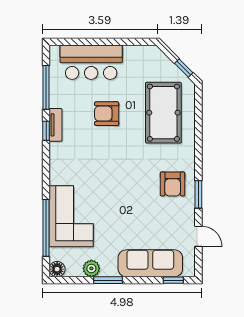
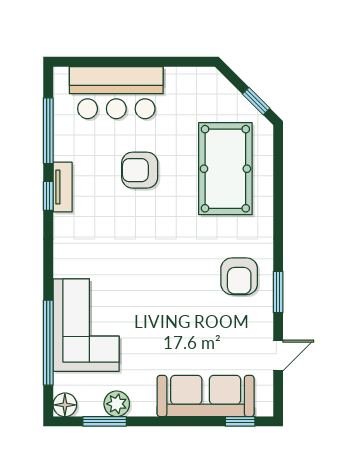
door: (198, 236) -> (278, 355), hinge flipped
window: (108, 280) -> (105, 421), moved

